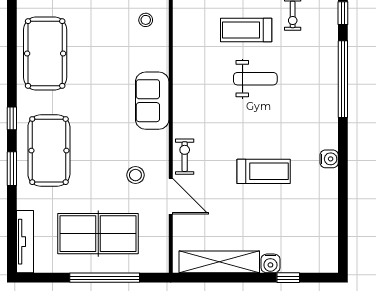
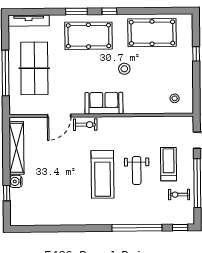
sofa: (152, 101) -> (104, 103), moved
water cooler: (329, 159) -> (85, 219), removed
treadmill: (264, 171) -> (103, 174), moved, width x1.37, depth x1.38
stool: (135, 175) -> (124, 69), moved

